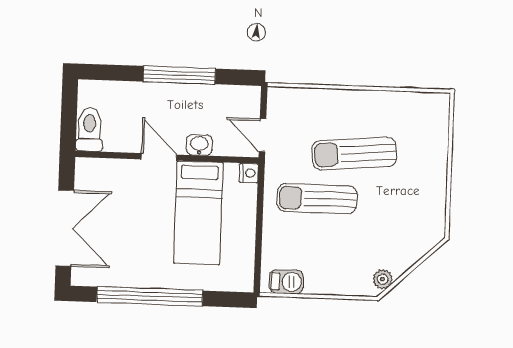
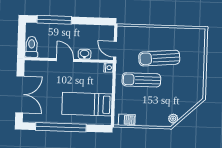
window: (179, 75) -> (54, 20), moved
bed: (198, 213) -> (87, 104), moved, turned 90

